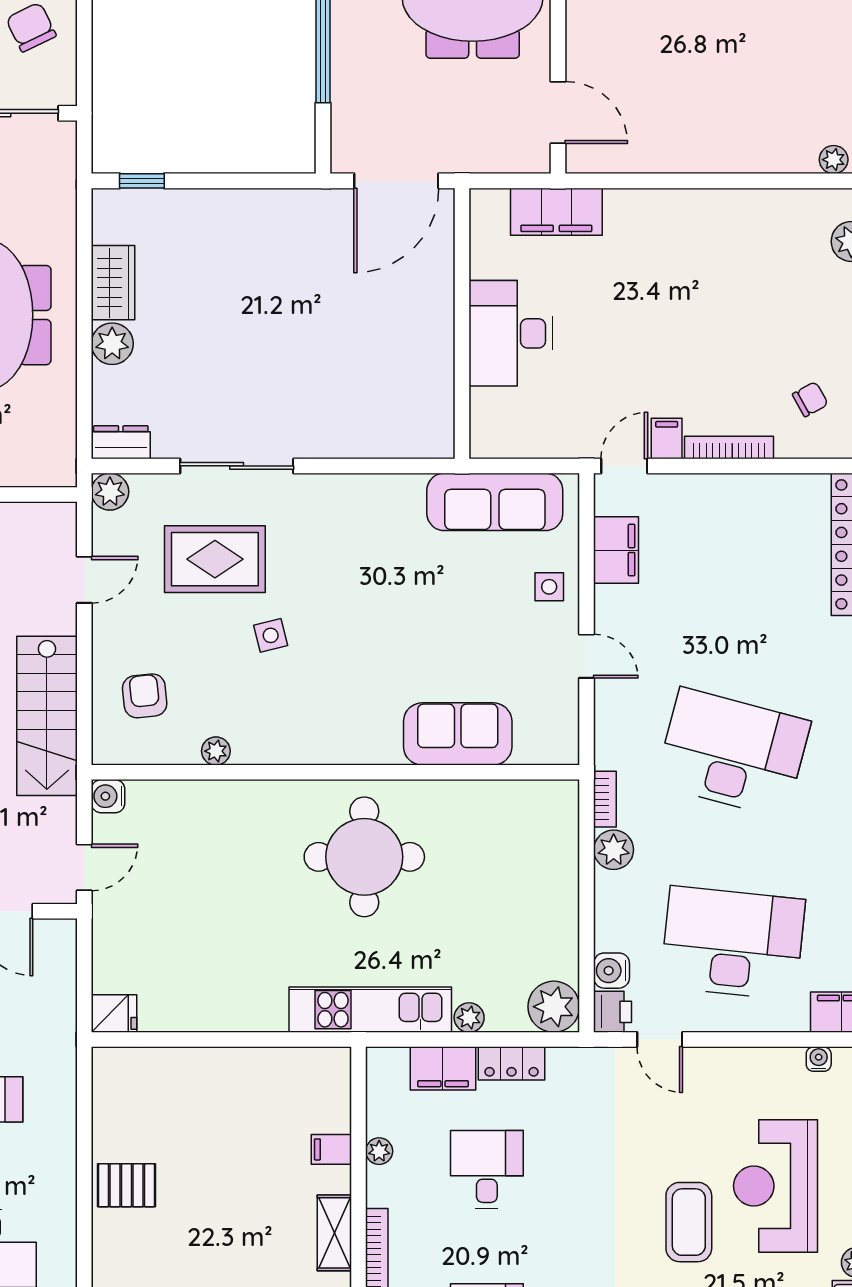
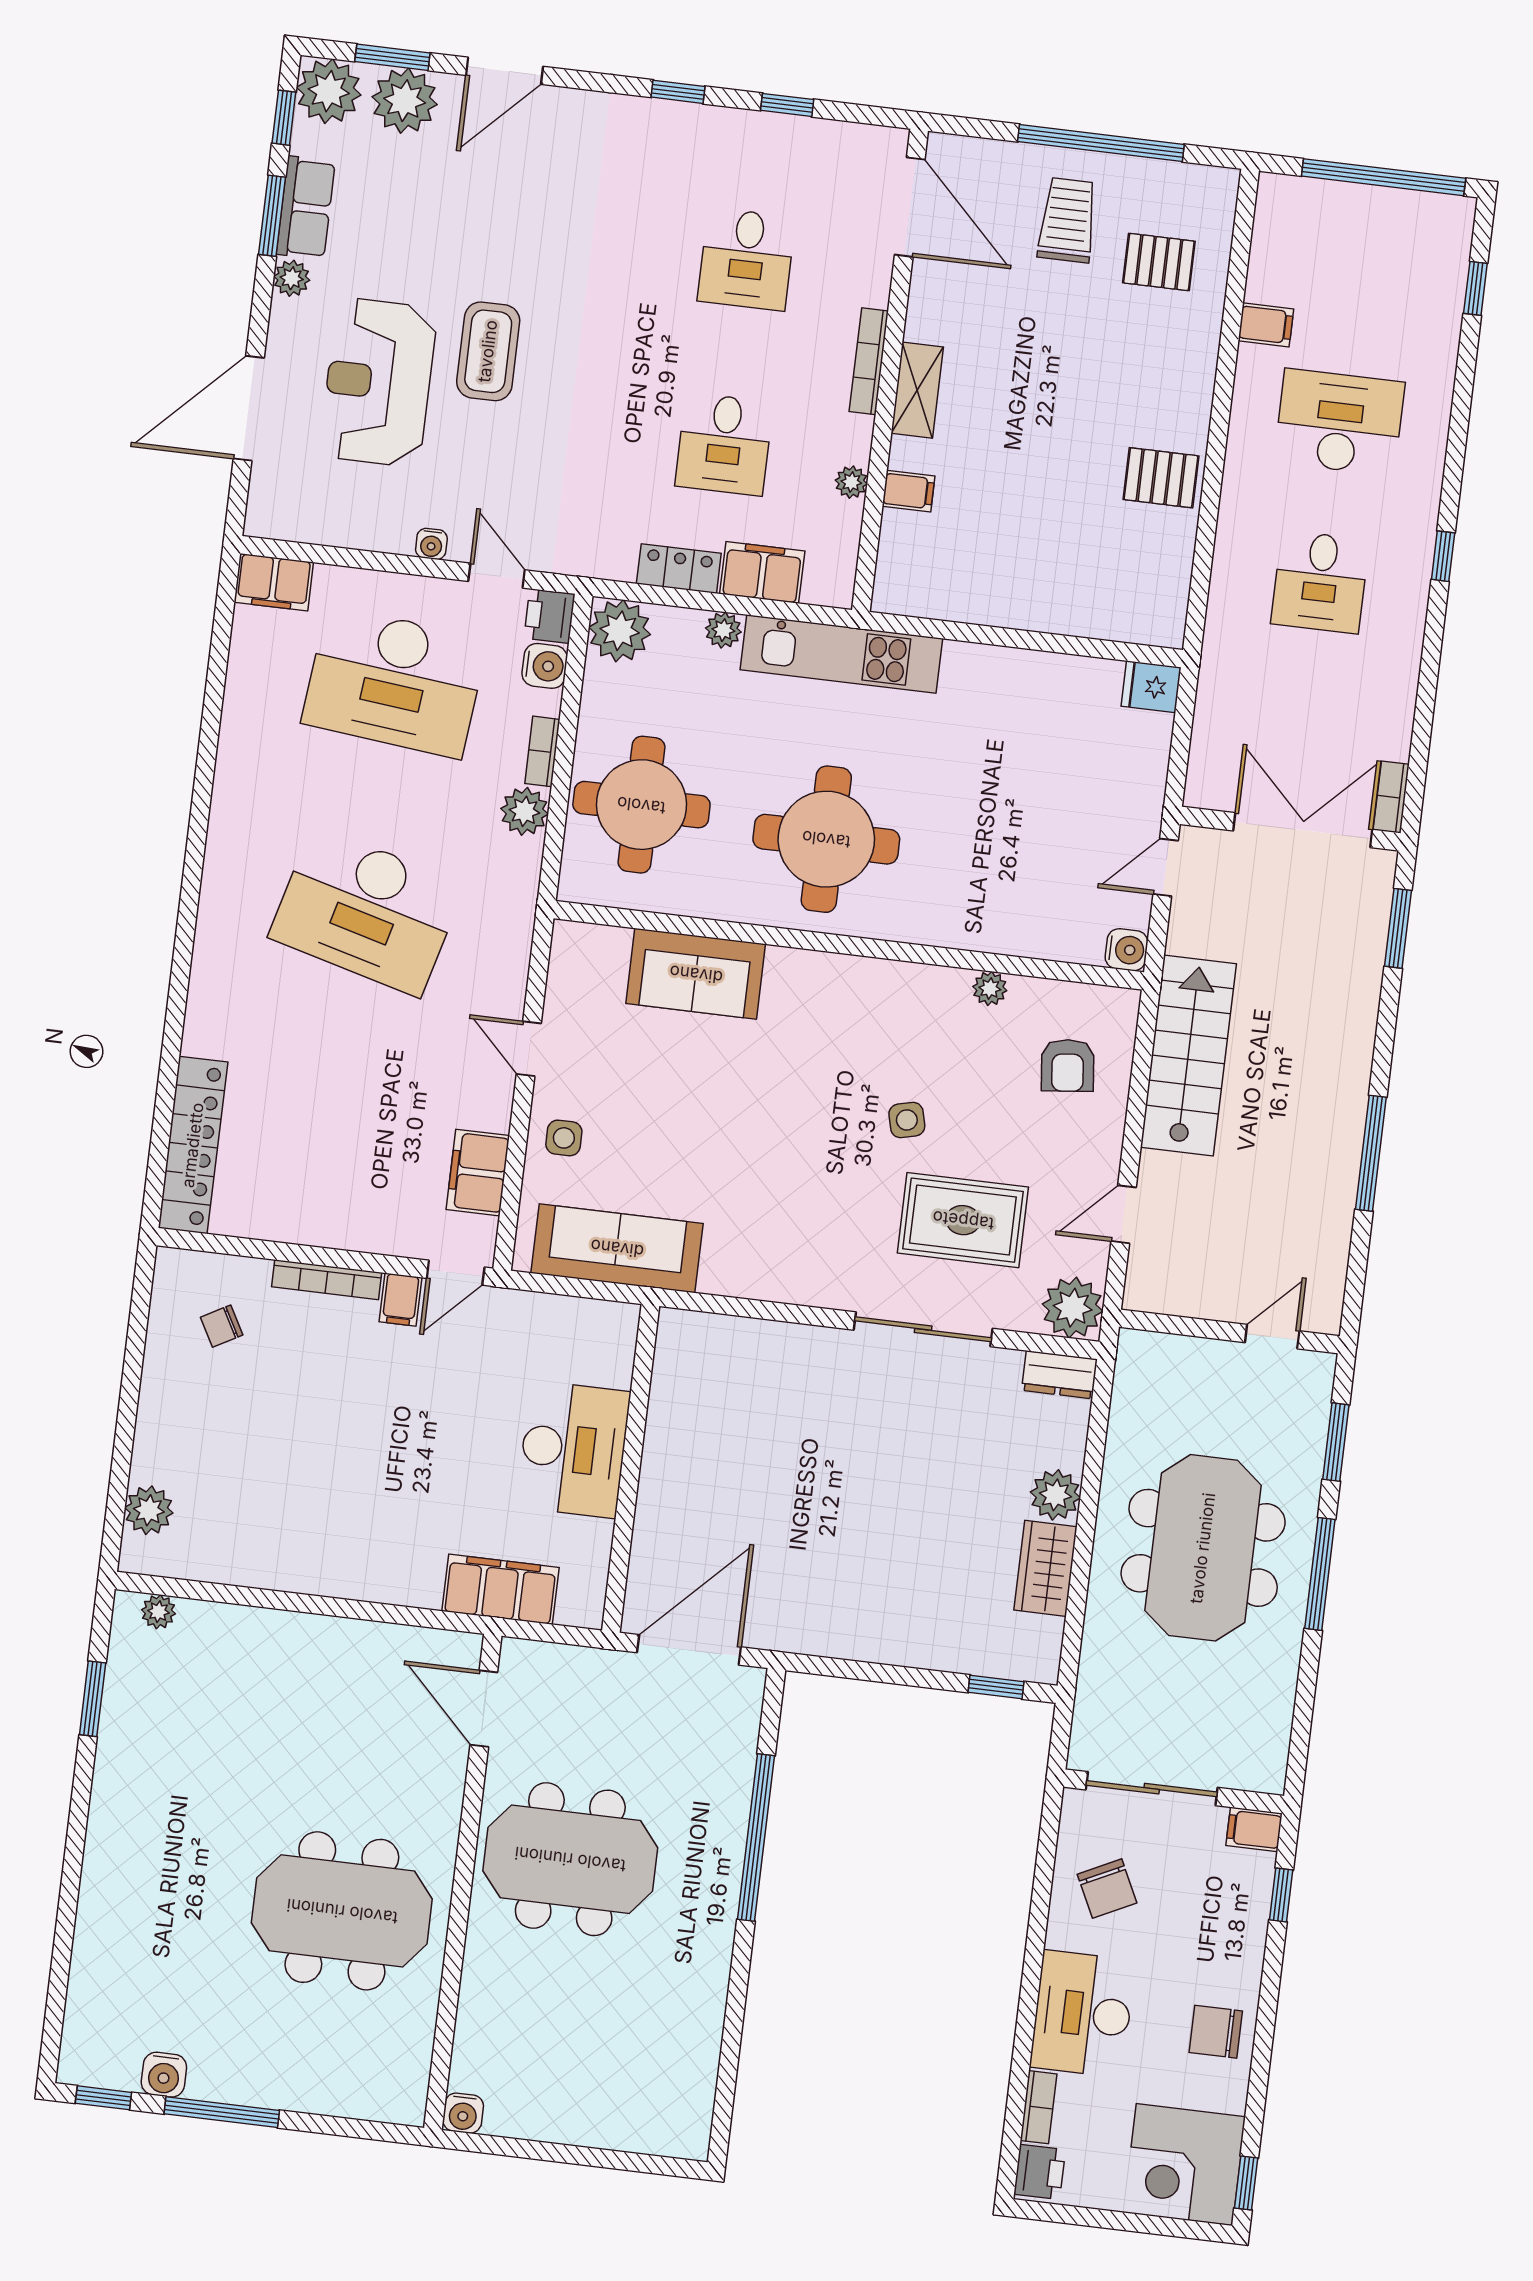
plant: (110, 492) -> (1073, 1308), width x1.36, depth x1.36
bookcase: (605, 799) -> (542, 751), moved
round table: (519, 867) -> (641, 805), added
water cooler: (819, 1059) -> (431, 544), moved
reception desk: (775, 1186) -> (378, 382), turned 180

